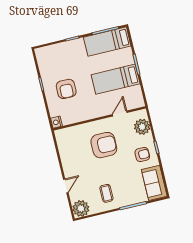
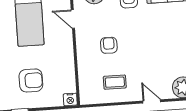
armchair: (104, 145) -> (109, 45), width x0.53, depth x0.53
coffee table: (106, 193) -> (115, 82), moved

